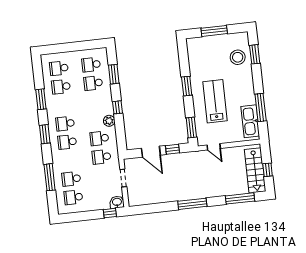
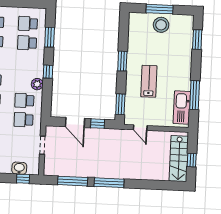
stool: (238, 57) -> (161, 25), moved
lab bench: (215, 101) -> (149, 81), width x0.73, depth x0.72
window: (240, 198) -> (73, 181), moved
washbasin: (117, 202) -> (19, 168), moved

